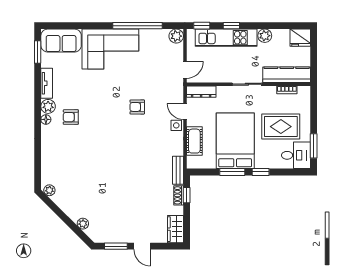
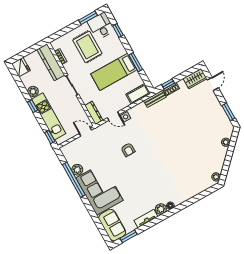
window: (231, 26) -> (32, 106), moved
plant: (176, 36) -> (77, 170), moved
door: (185, 112) -> (113, 116), hinge flipped
armchair: (71, 117) -> (159, 190), removed
cot: (194, 141) -> (138, 94), moved
bed: (235, 141) -> (114, 72), width x0.67
window: (261, 172) -> (118, 31), moved
door: (142, 246) -> (213, 84), moved

